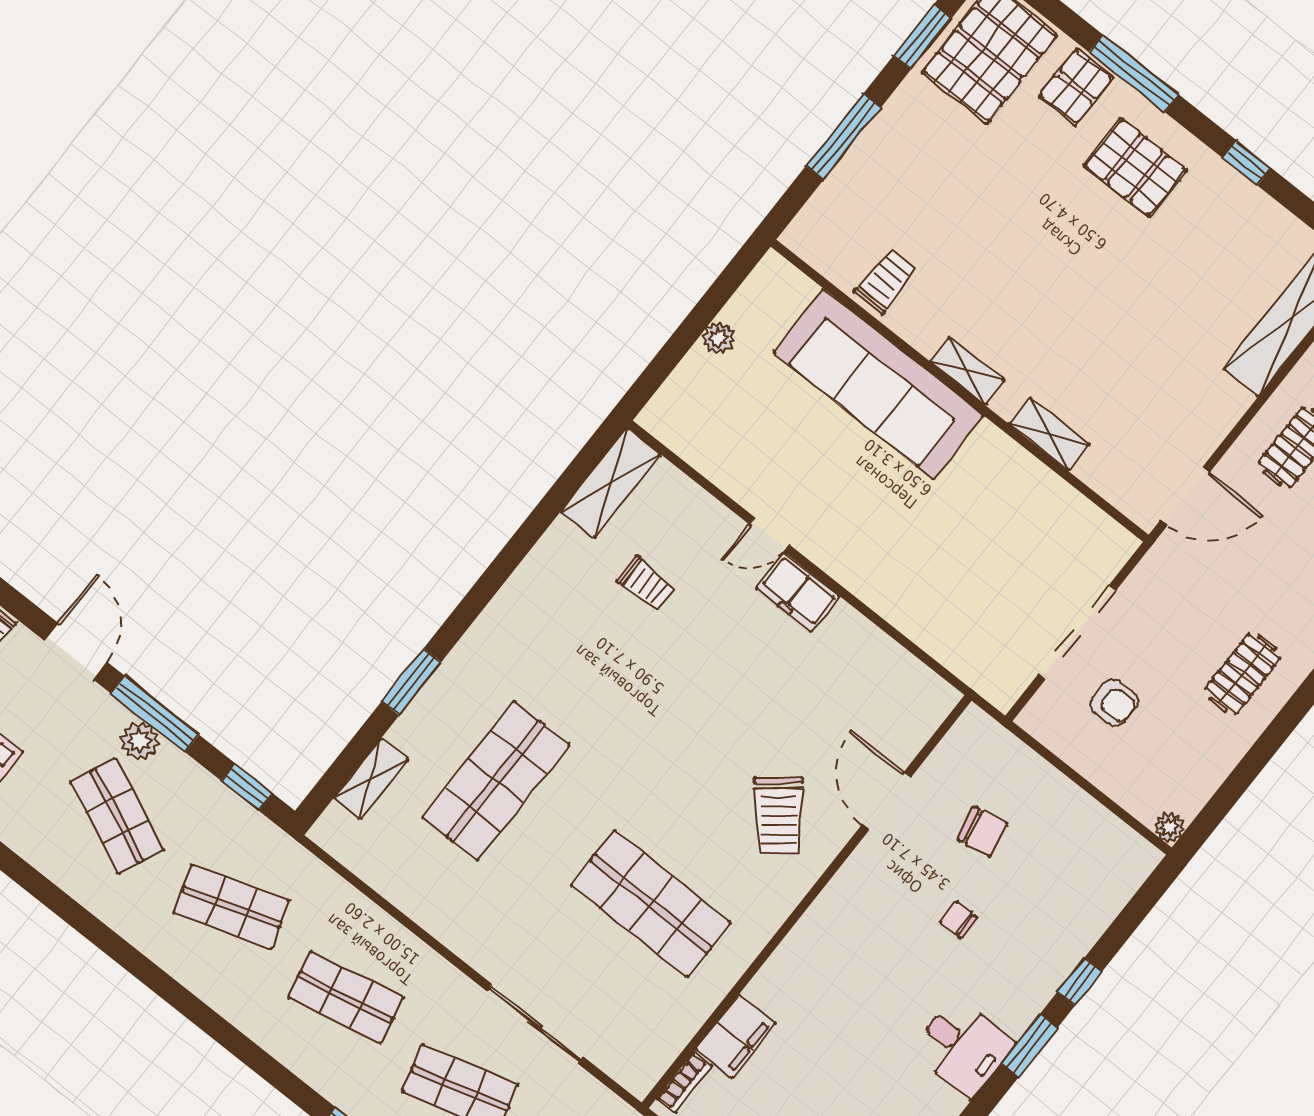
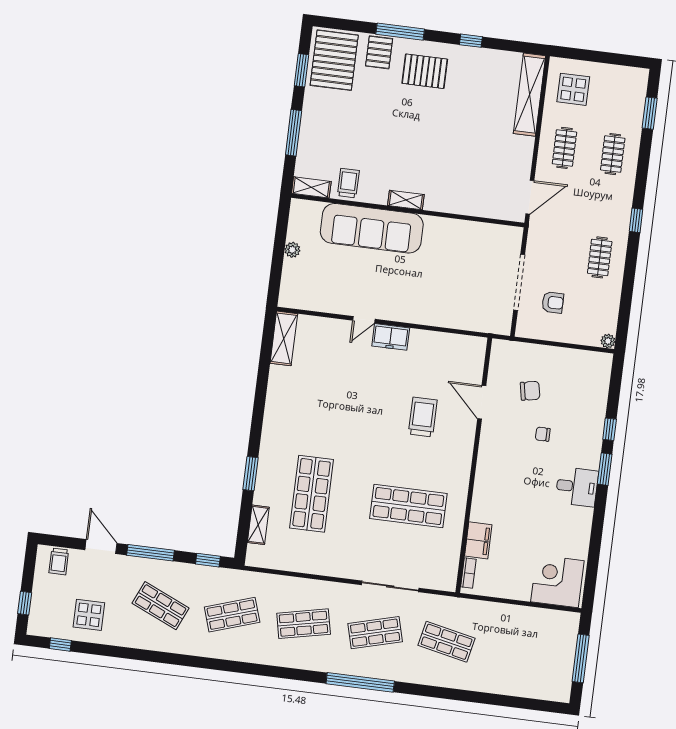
shelving: (1049, 434) -> (311, 187), moved
trolley: (646, 584) -> (325, 372), removed
plant: (140, 741) -> (151, 568), removed
trolley: (779, 815) -> (423, 417), moved, turned -141

